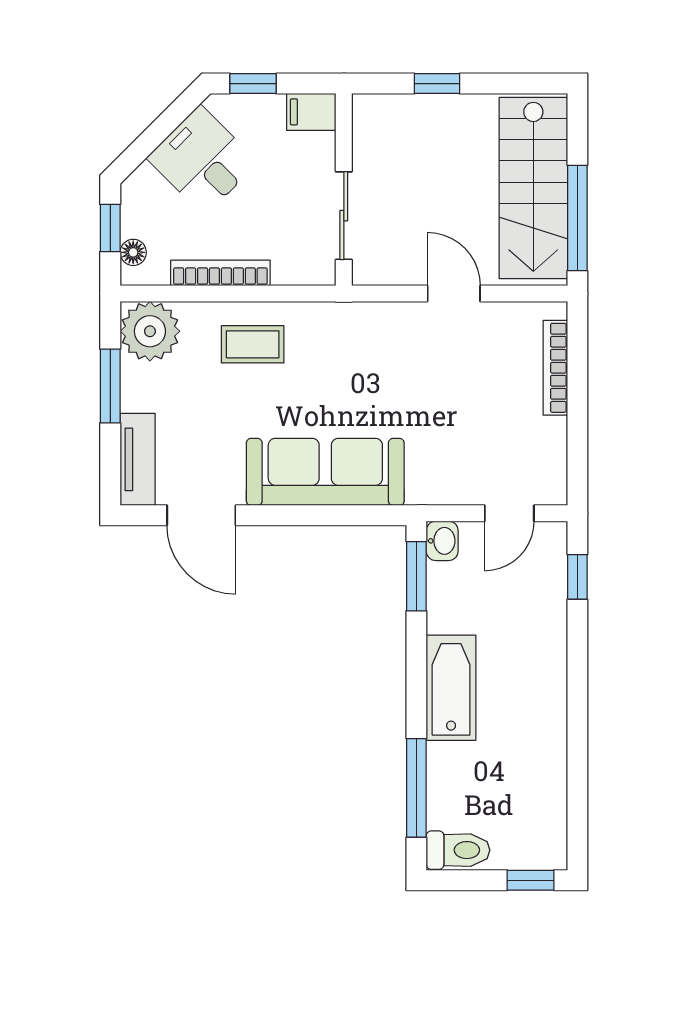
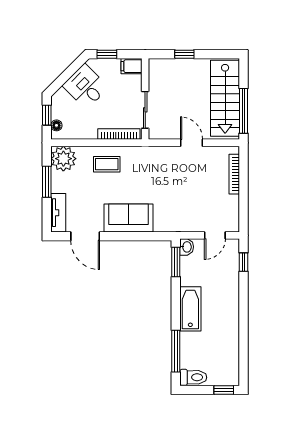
bookcase: (220, 273) -> (119, 134), moved
sofa: (325, 472) -> (129, 218), width x0.73

